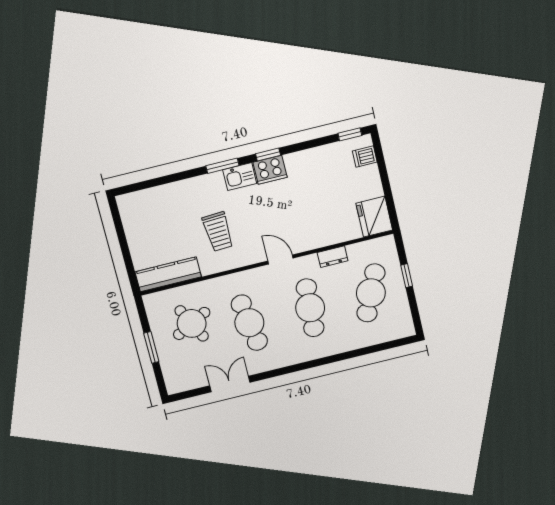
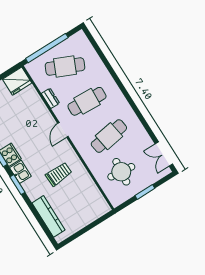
kitchen counter: (168, 274) -> (48, 216), moved, turned 180
window: (407, 276) -> (47, 48), width x3.17
round table: (192, 323) -> (121, 172), turned 33
double door: (230, 384) -> (164, 154), moved

